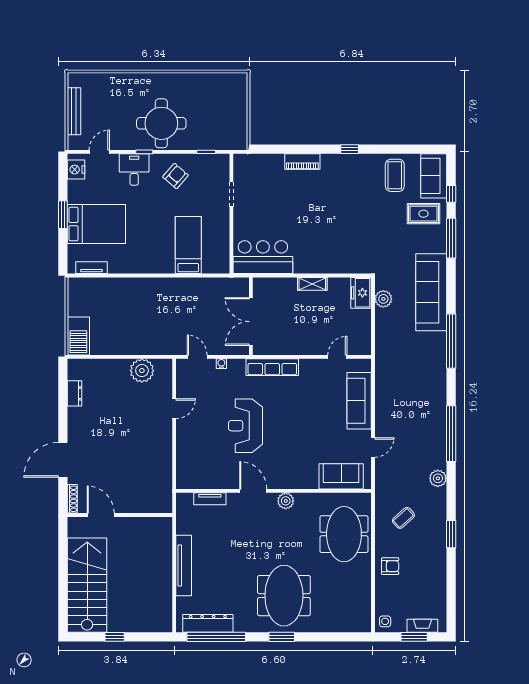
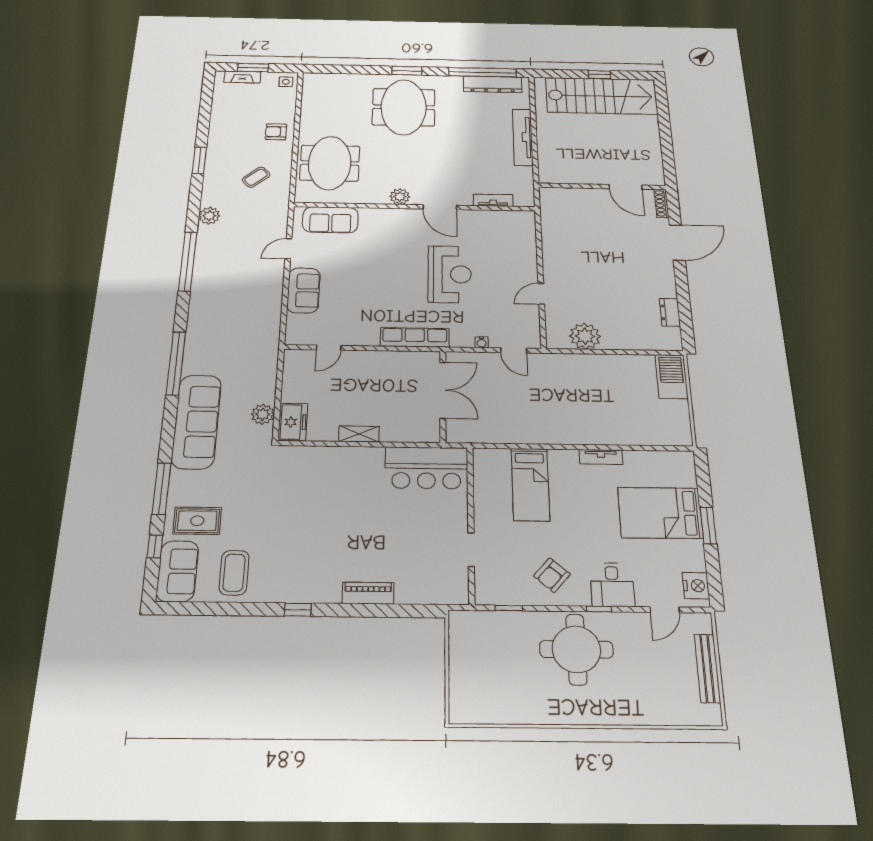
tv unit: (91, 268) -> (601, 457), moved
sofa: (359, 401) -> (303, 290), width x0.73
stairs: (87, 585) -> (601, 96), moved, turned -90

